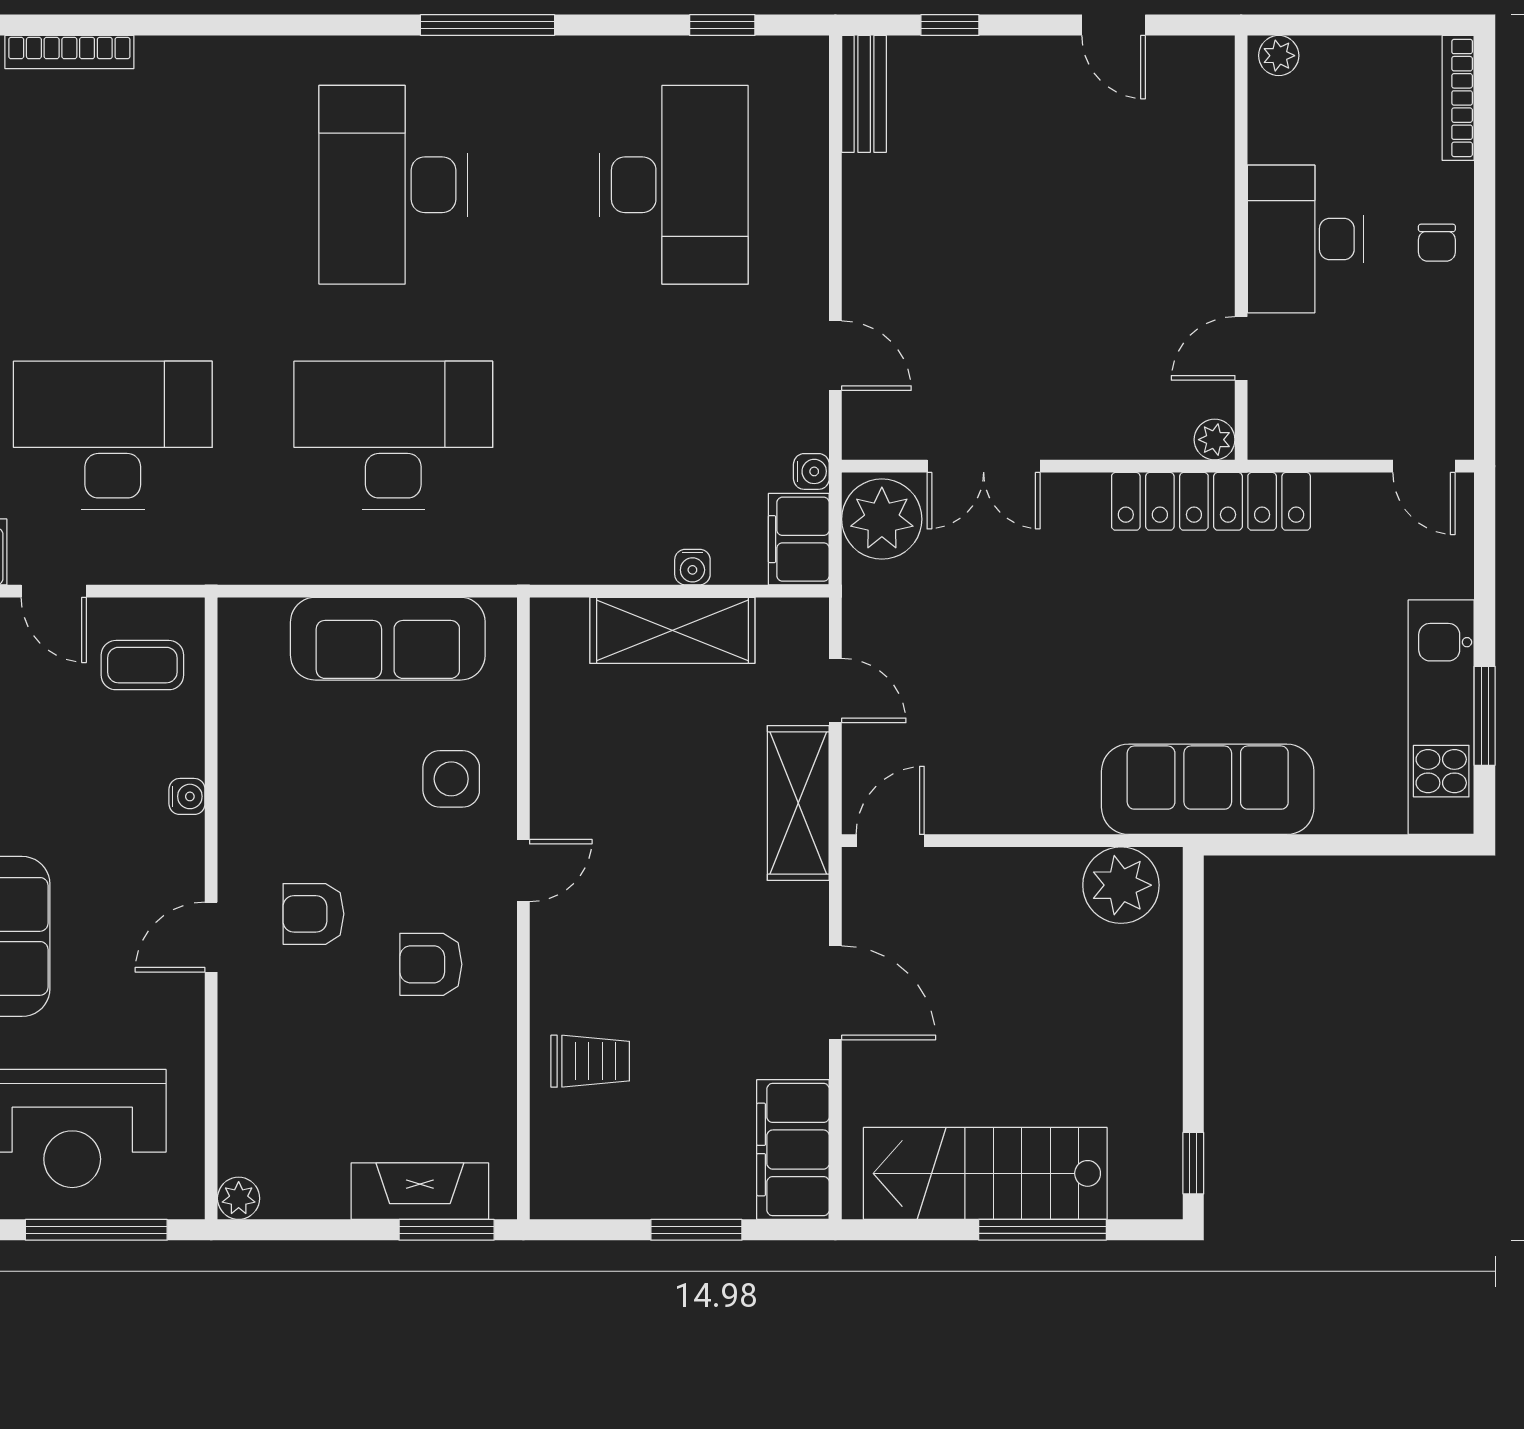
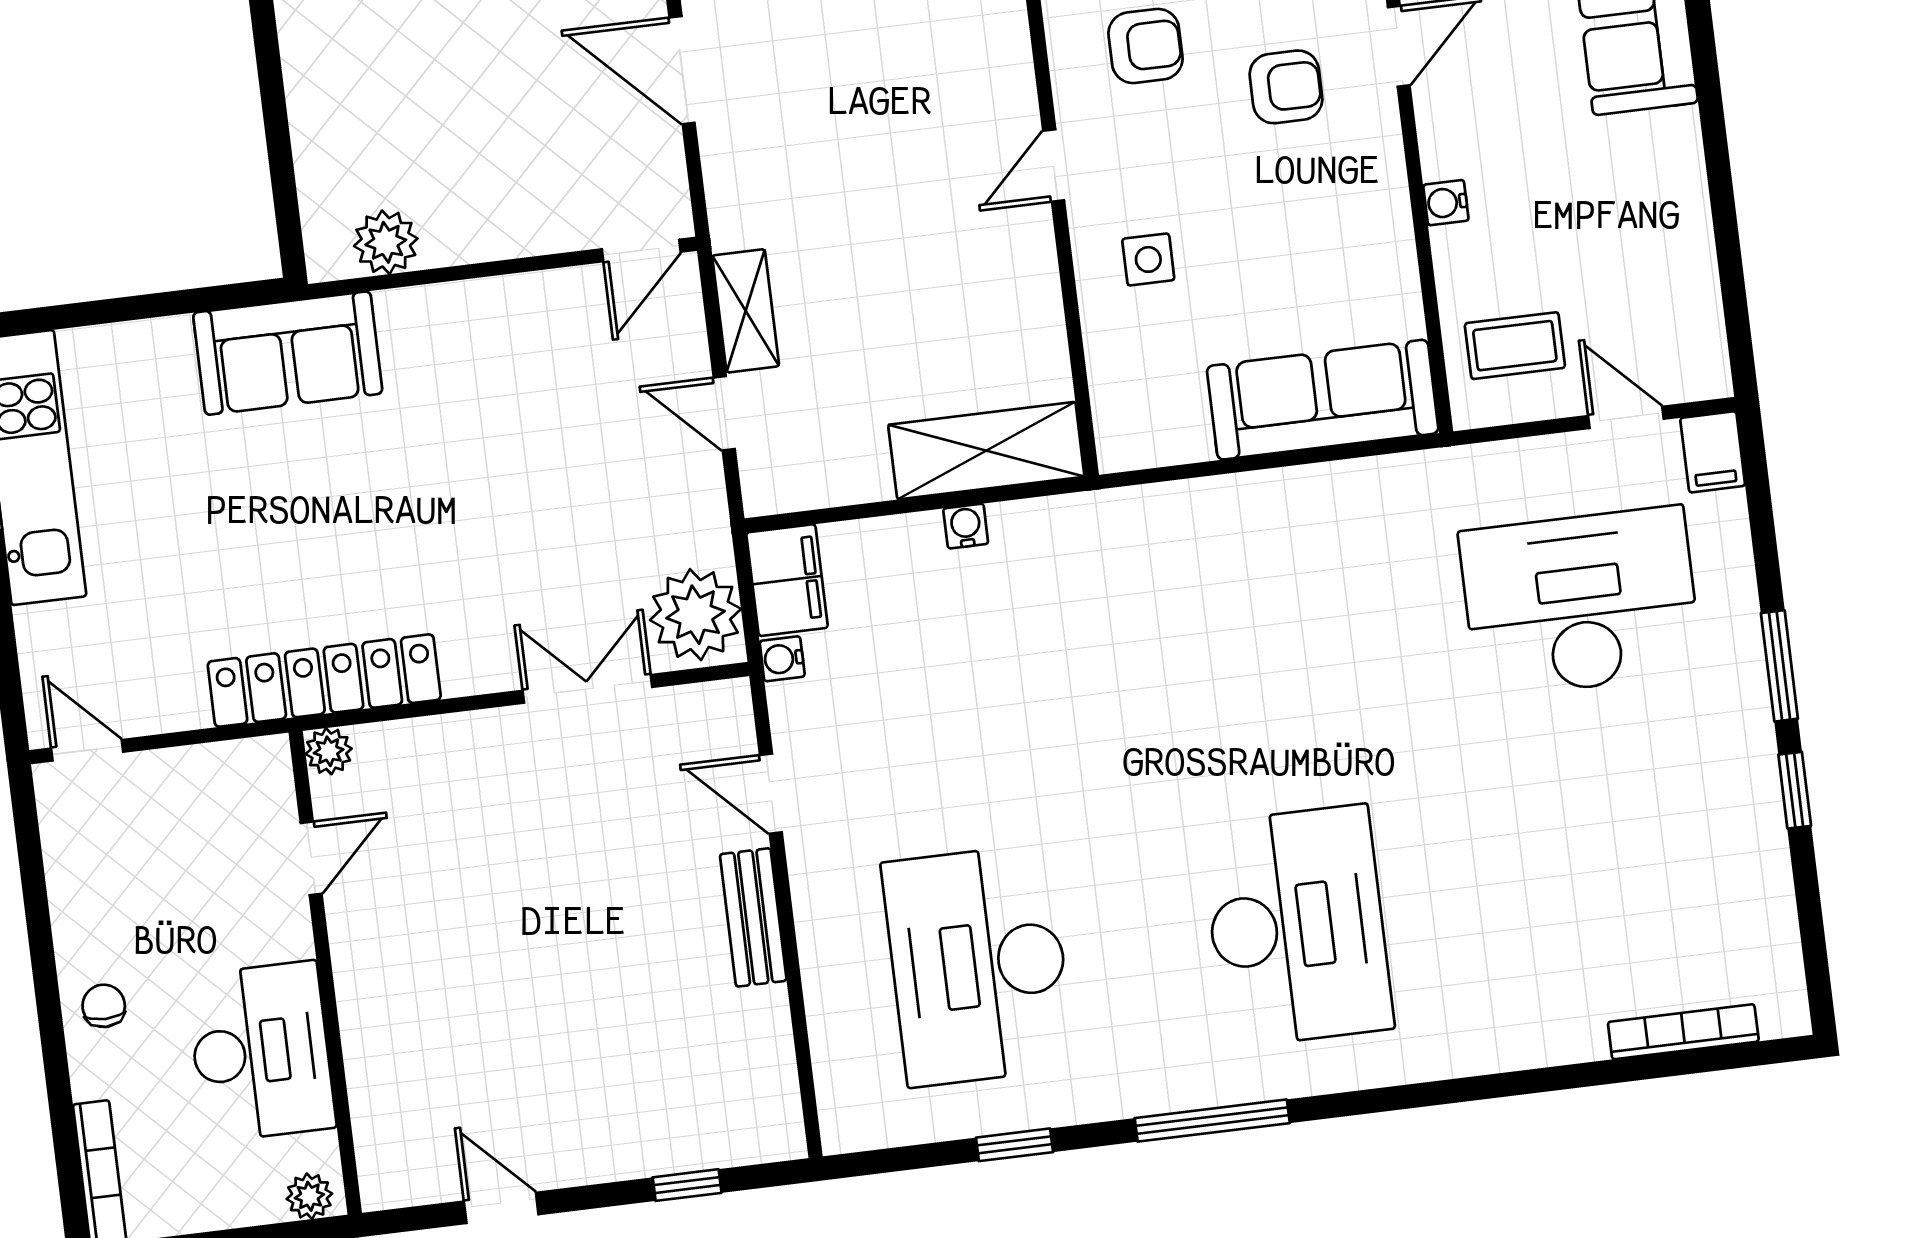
window: (722, 25) -> (1015, 1145), moved
bench: (864, 94) -> (753, 917), moved
desk: (1305, 239) -> (261, 1052), moved
desk: (113, 436) -> (1581, 602), turned 180
desk: (393, 436) -> (1262, 641), removed
water cooler: (692, 567) -> (966, 526), moved
shelving: (672, 630) -> (986, 451), moved
sofa: (388, 639) -> (1323, 400), moved
side table: (451, 779) -> (1148, 259), width x0.73, depth x0.73
sofa: (1208, 789) -> (288, 353), width x0.73
shelving: (798, 803) -> (746, 311), width x0.67, depth x0.75
plant: (1121, 885) -> (386, 242), width x0.73, depth x0.73

